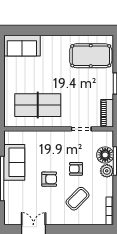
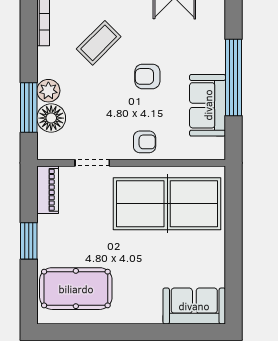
table tennis table: (38, 105) -> (167, 204), width x1.36, depth x1.32
armchair: (76, 169) -> (145, 142), moved

